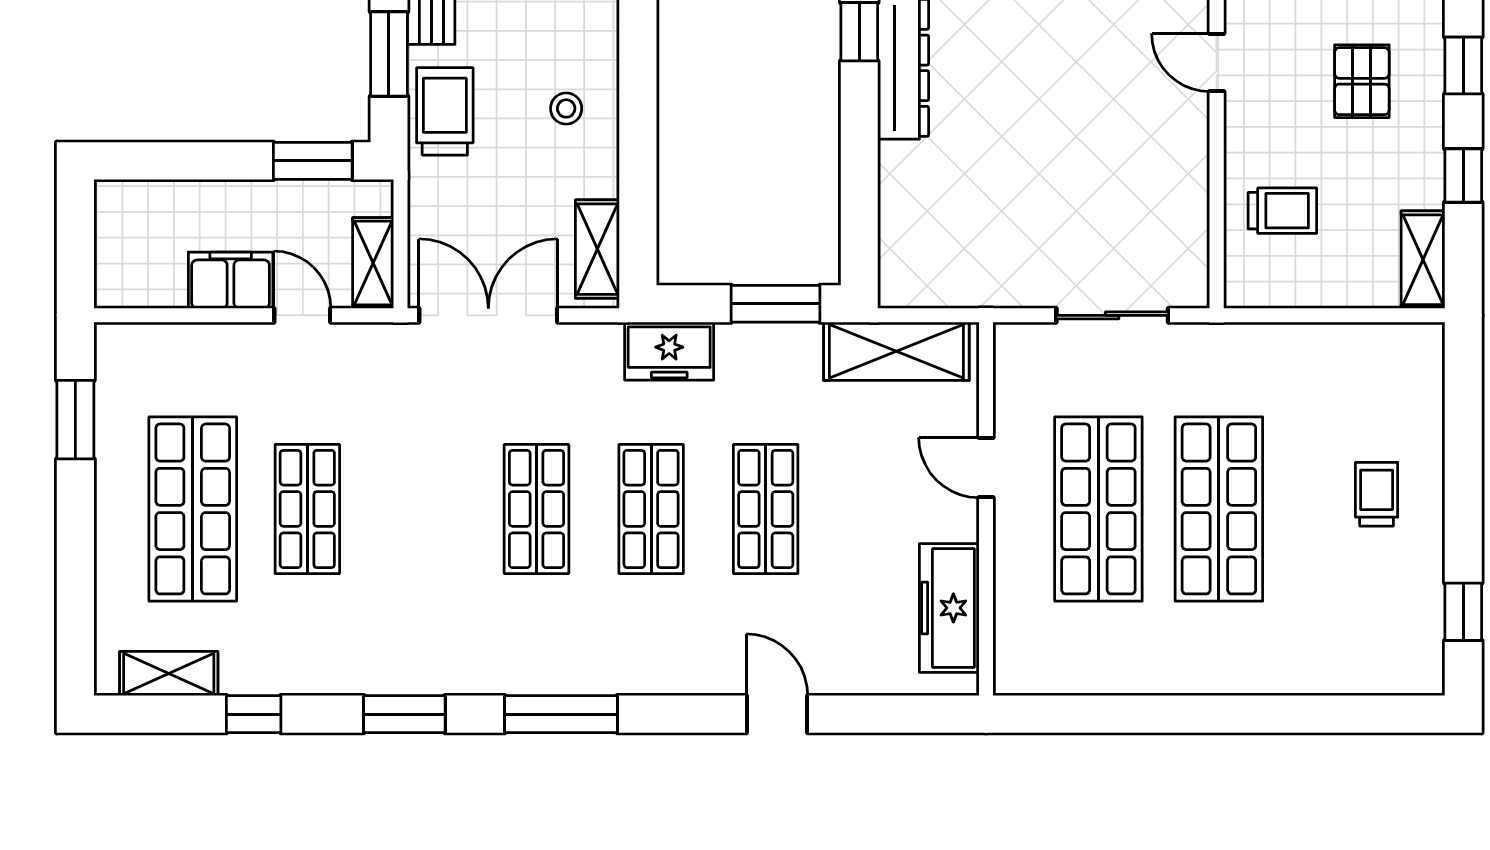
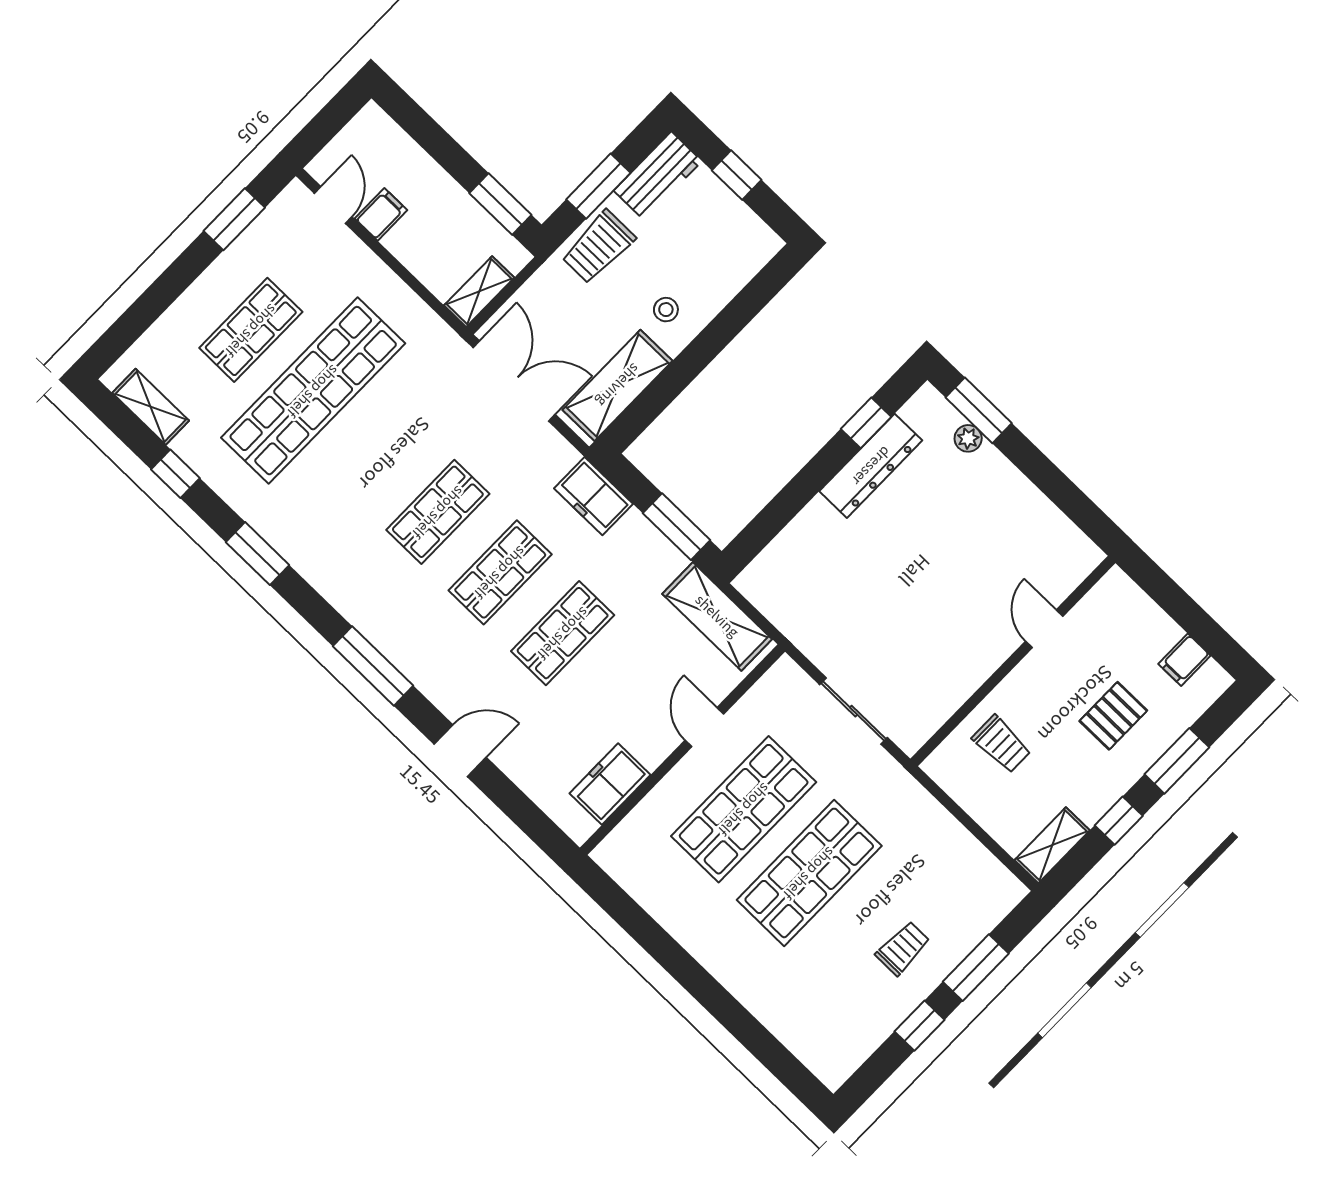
window: (1463, 65) -> (1177, 761), width x1.50
trolley: (445, 111) -> (598, 247), turned 180
shelving: (597, 249) -> (618, 385), width x1.50, depth x1.33
filing cabinet: (231, 280) -> (381, 214), width x0.50
door: (302, 315) -> (333, 205), moved
window: (1463, 446) -> (976, 968), added
shop shelf: (193, 509) -> (251, 330), width x0.70, depth x0.74
shop shelf: (307, 509) -> (313, 391), width x2.00, depth x1.36
freezer: (949, 608) -> (610, 784), width x0.71
window: (1463, 612) -> (919, 1026), moved
window: (561, 714) -> (373, 666), moved
door: (777, 714) -> (460, 751), hinge flipped

